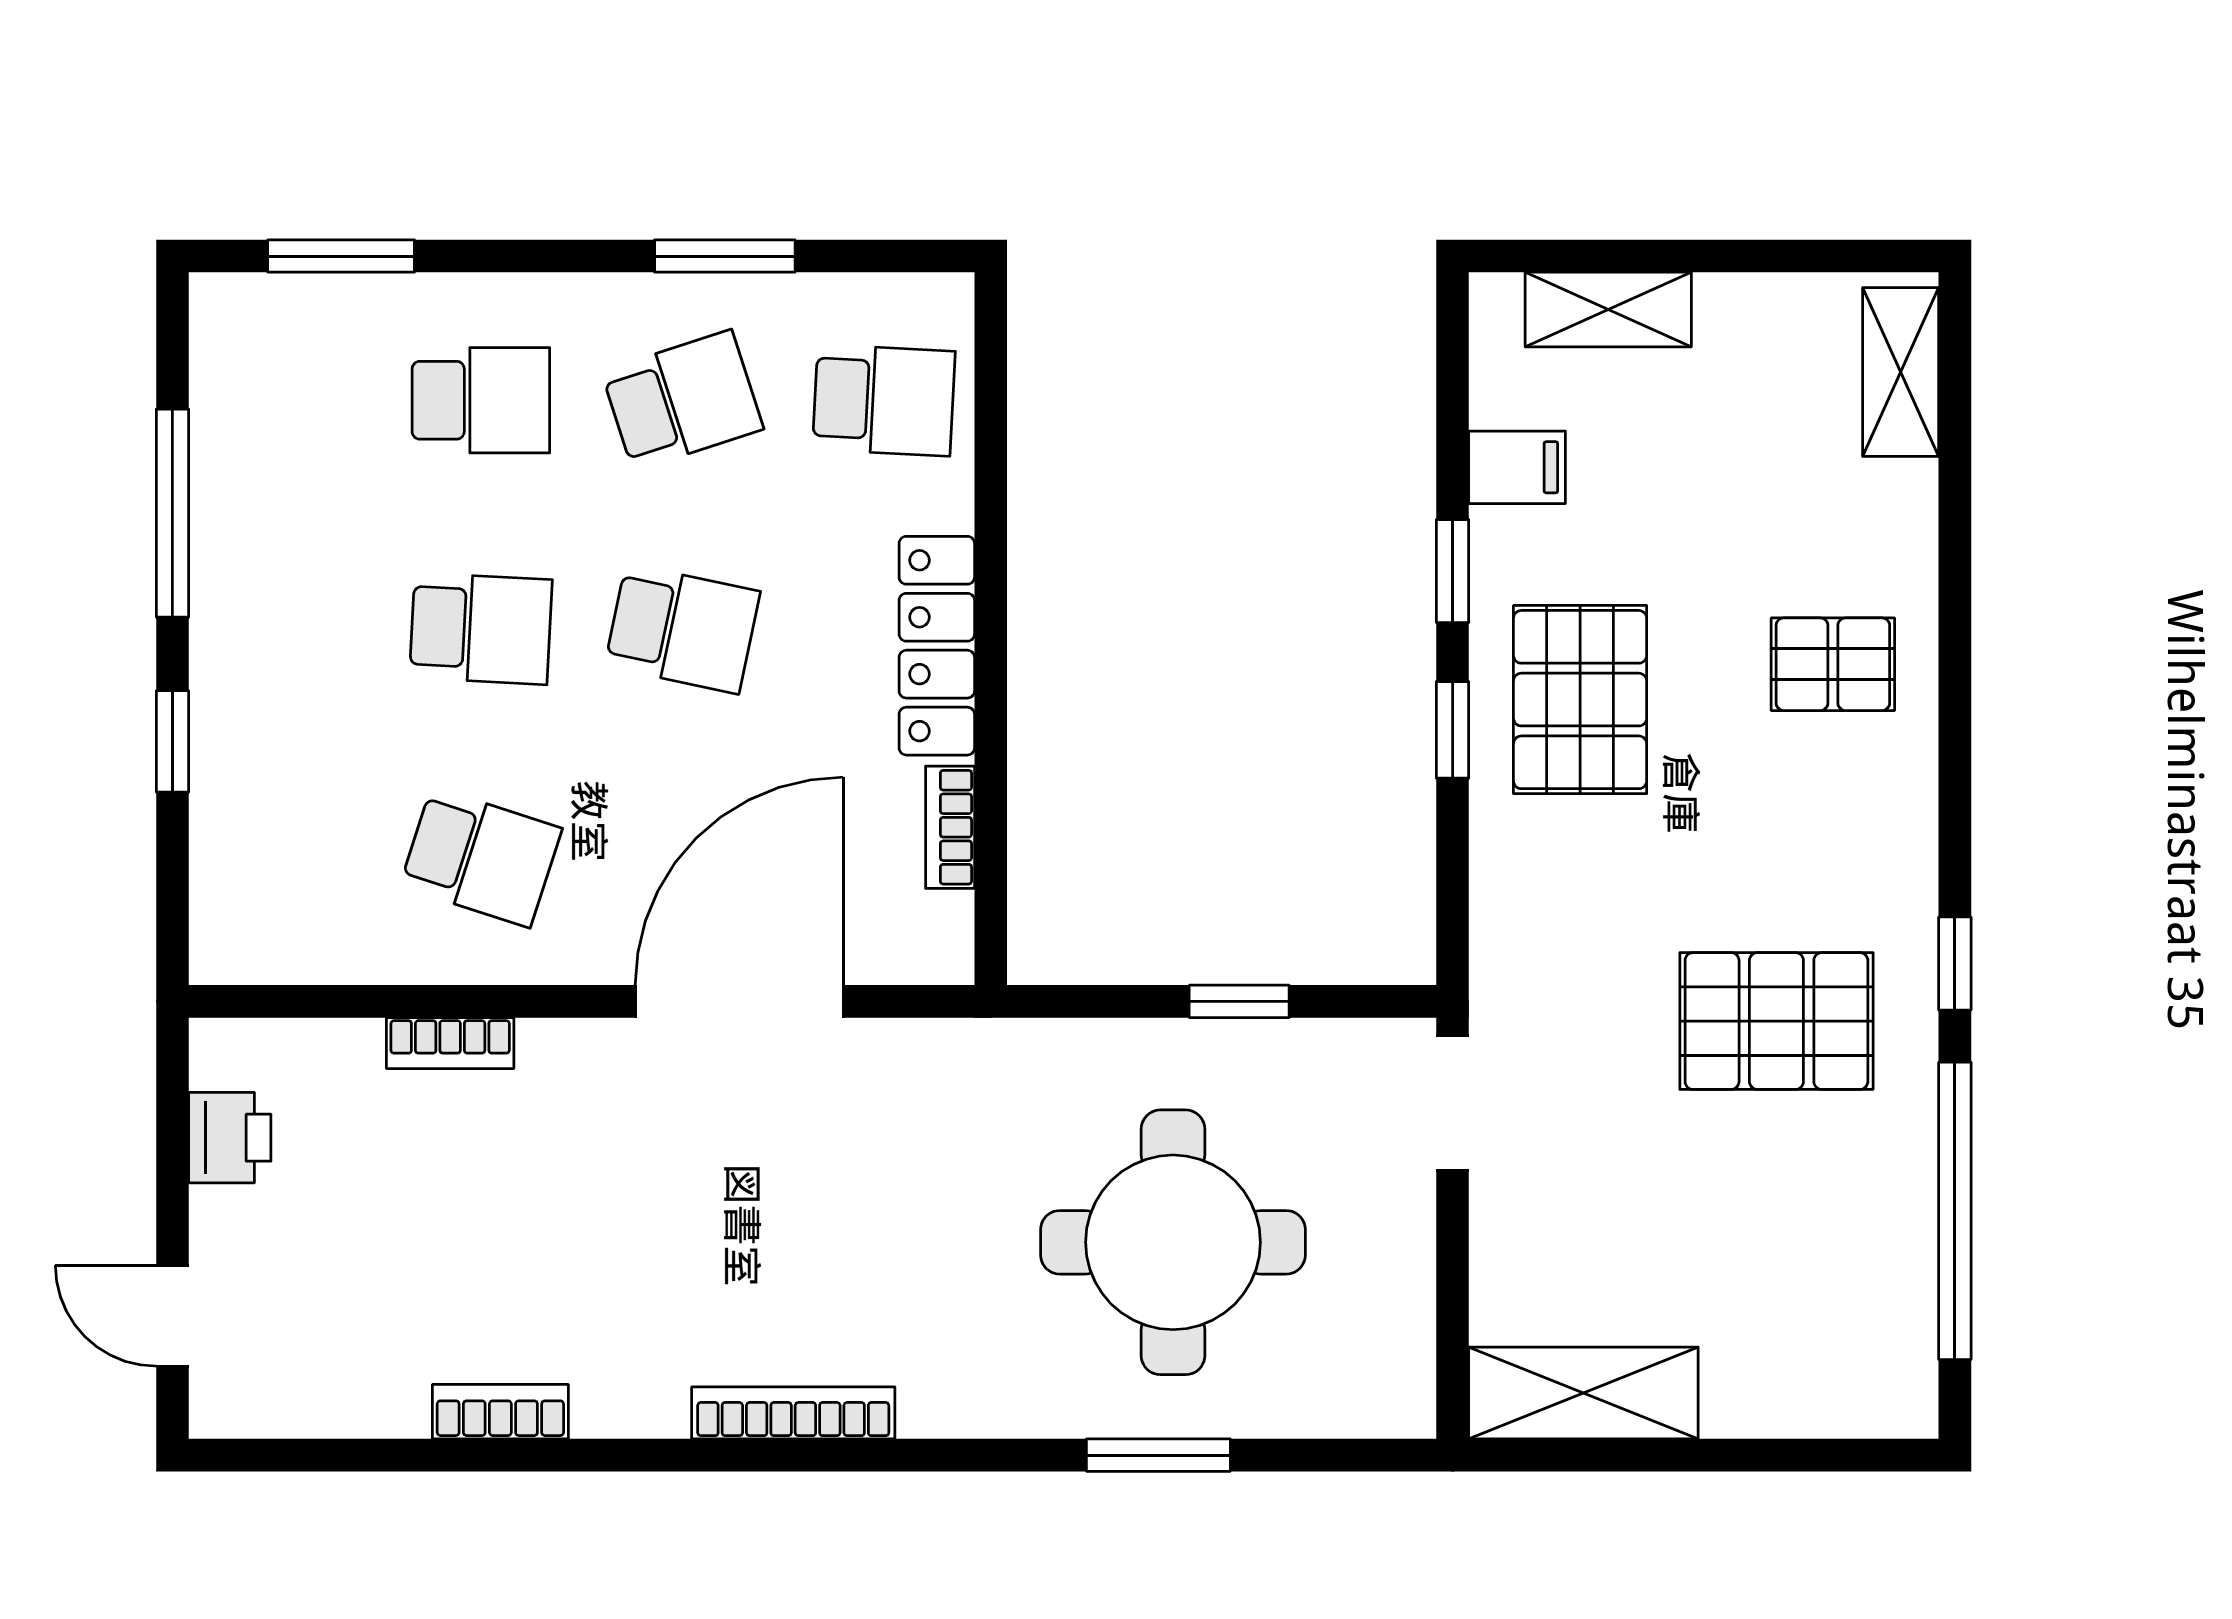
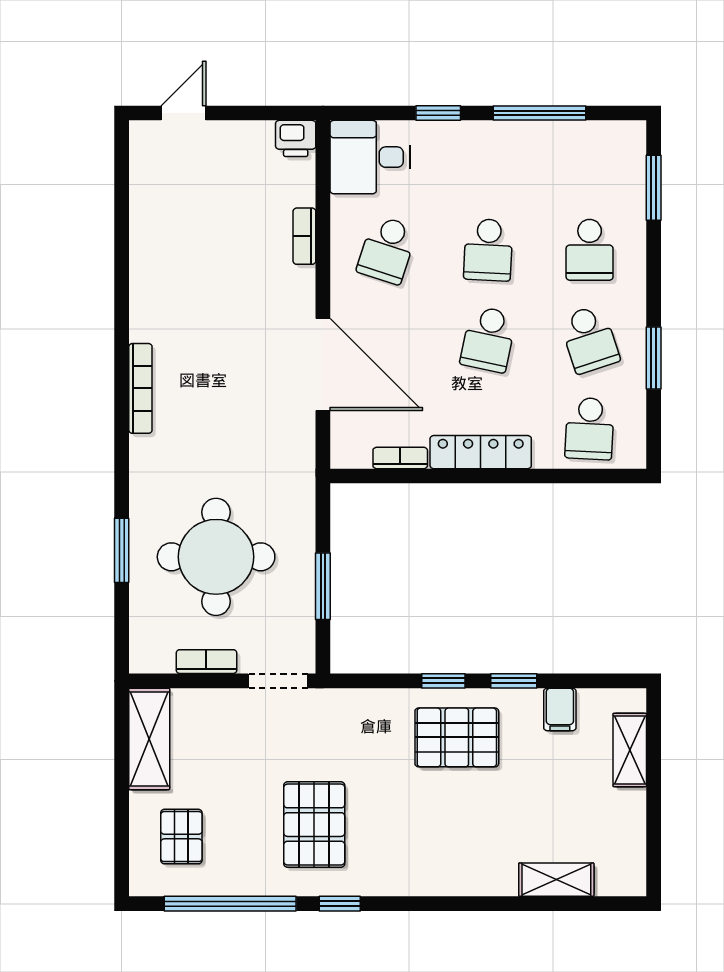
shelving: (1901, 372) -> (556, 880), moved
pallet: (1833, 664) -> (181, 837), moved
desk: (272, 896) -> (370, 157), added
window: (1239, 1001) -> (323, 586), width x1.50
printer: (230, 1138) -> (296, 138), moved
bookcase: (500, 1412) -> (206, 662), moved, turned -90

